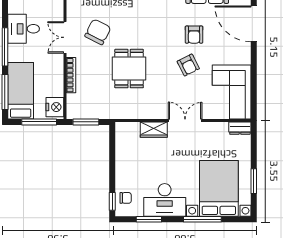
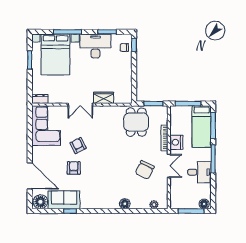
dining table: (129, 69) -> (136, 122), moved
nightstand: (55, 107) -> (176, 142), moved

